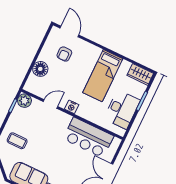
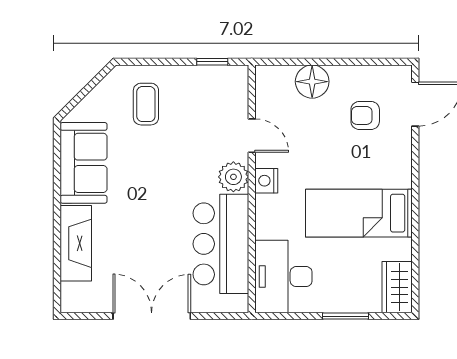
plant: (24, 101) -> (233, 177), moved
desk: (122, 109) -> (283, 277), moved, turned 90

